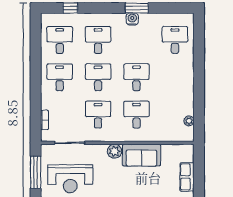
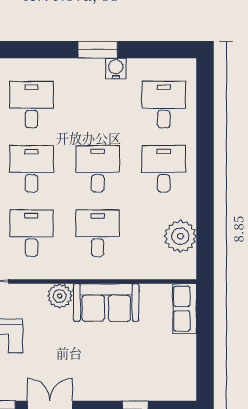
water cooler: (132, 19) -> (116, 69), moved
desk: (175, 77) -> (164, 169), added
plant: (189, 121) -> (180, 236), width x1.88, depth x1.88
row of seats: (187, 177) -> (185, 309), moved

